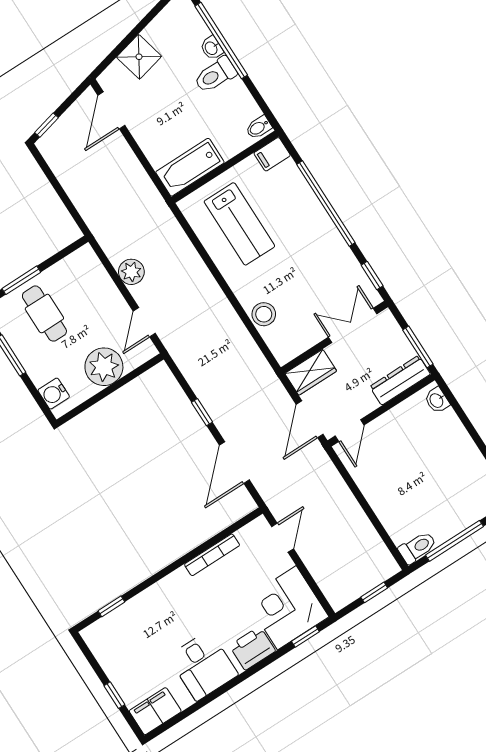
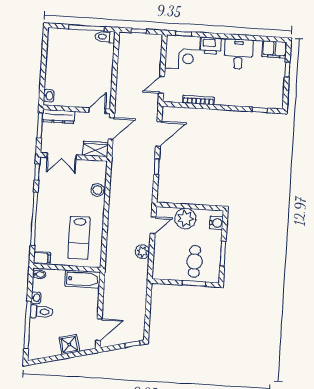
washbasin: (212, 48) -> (36, 298), moved
lab bench: (239, 224) -> (79, 238), turned 180

